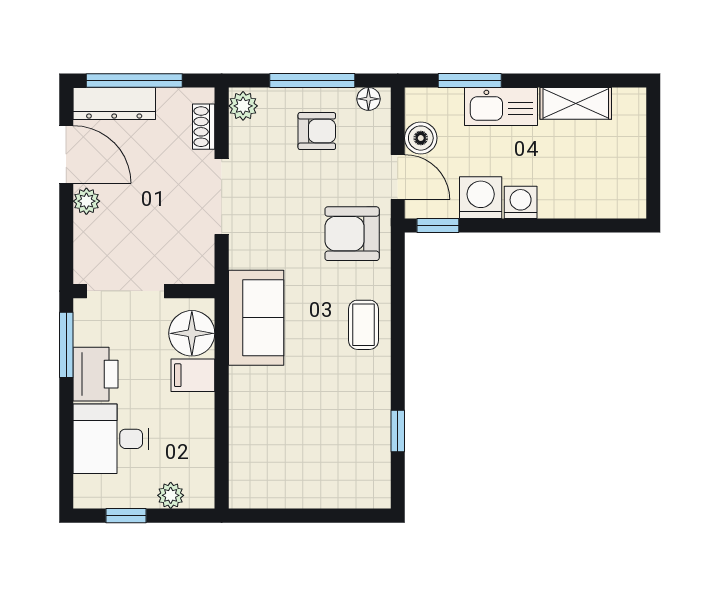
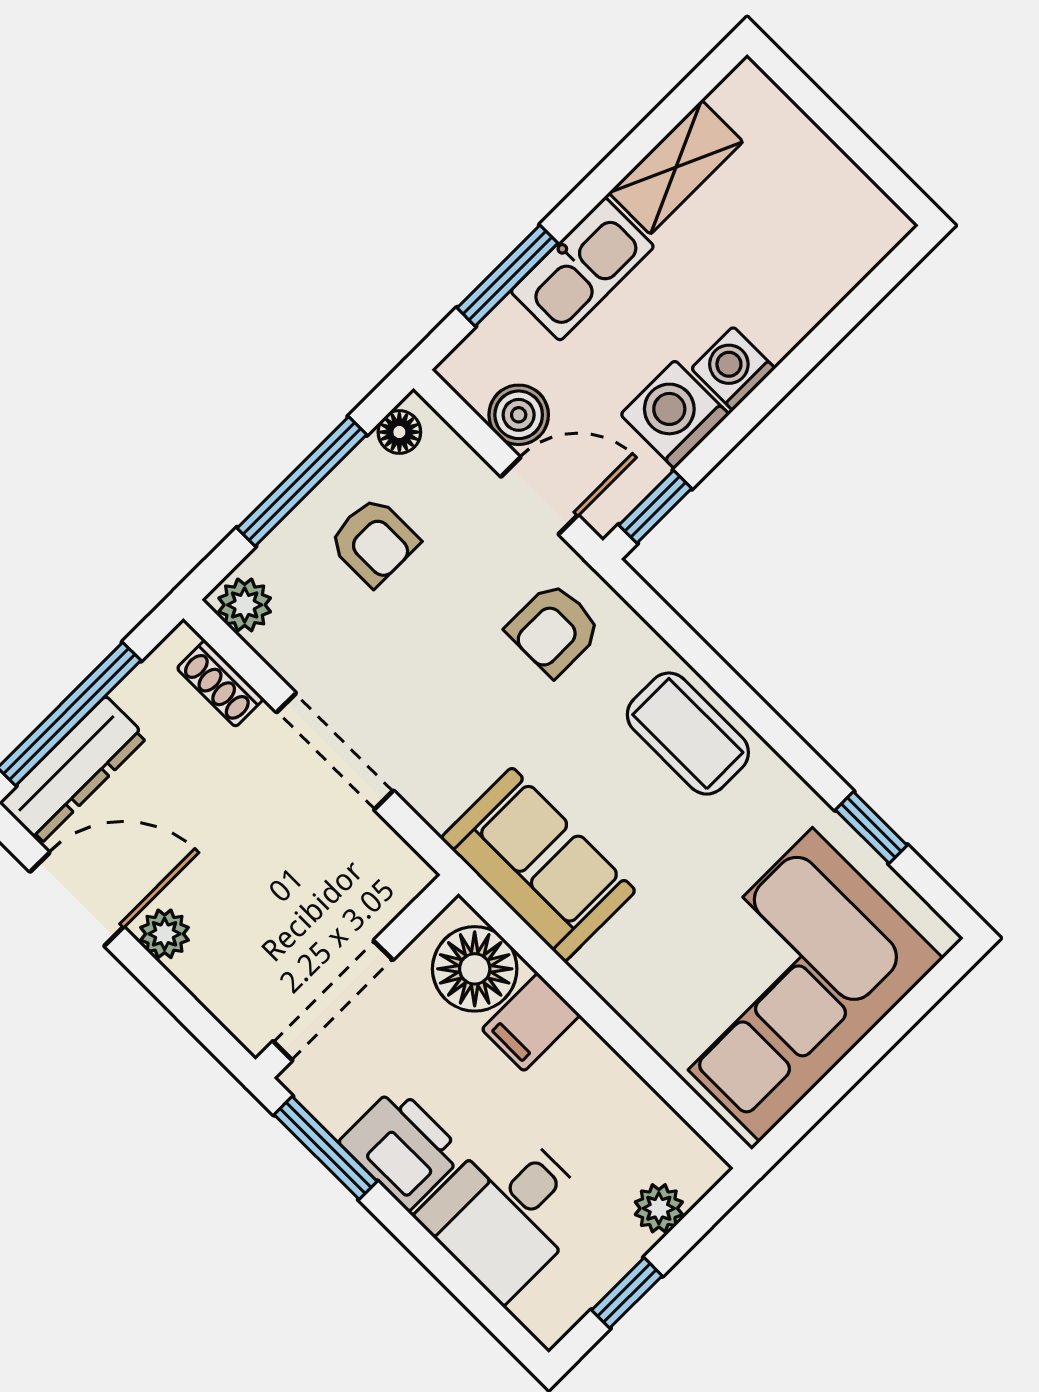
armchair: (317, 131) -> (374, 541), turned 90
armchair: (352, 234) -> (554, 629), width x0.72, depth x0.72
coffee table: (364, 325) -> (688, 734), width x1.36, depth x1.30
corner sofa: (305, 459) -> (786, 985), added

